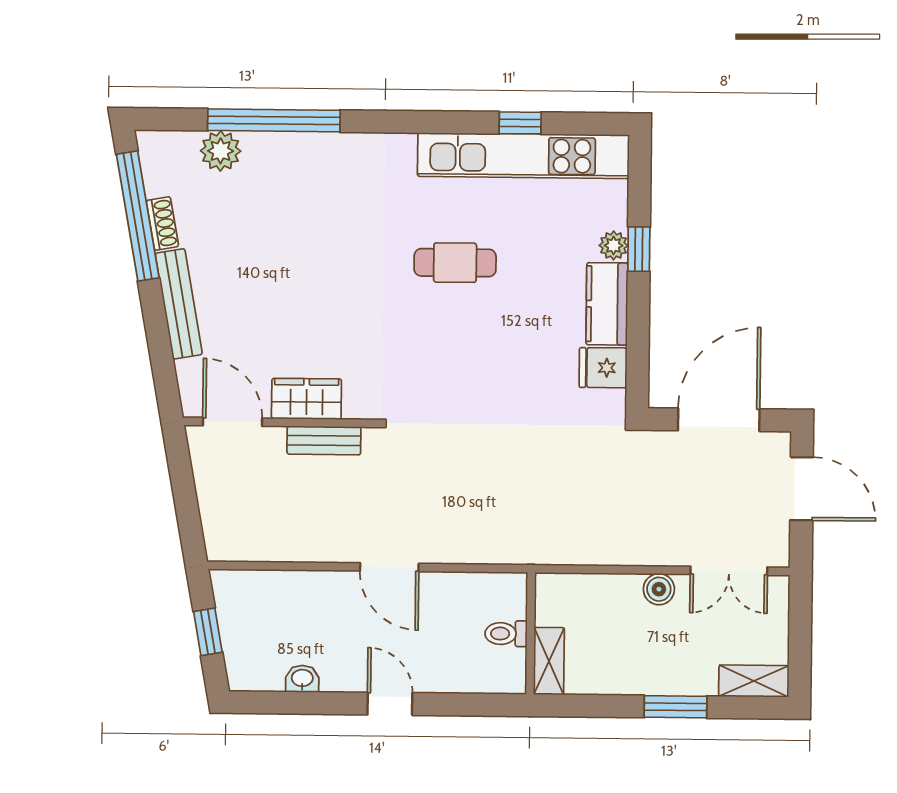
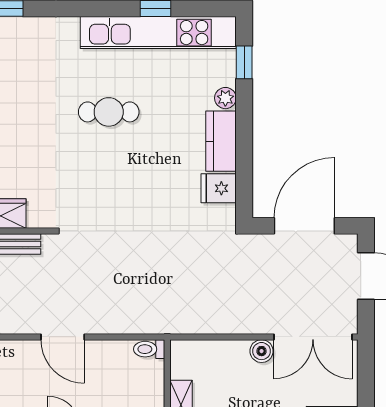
window: (639, 249) -> (244, 62), moved
double door: (729, 571) -> (313, 337), width x1.37
toilet: (506, 634) -> (149, 349), moved

